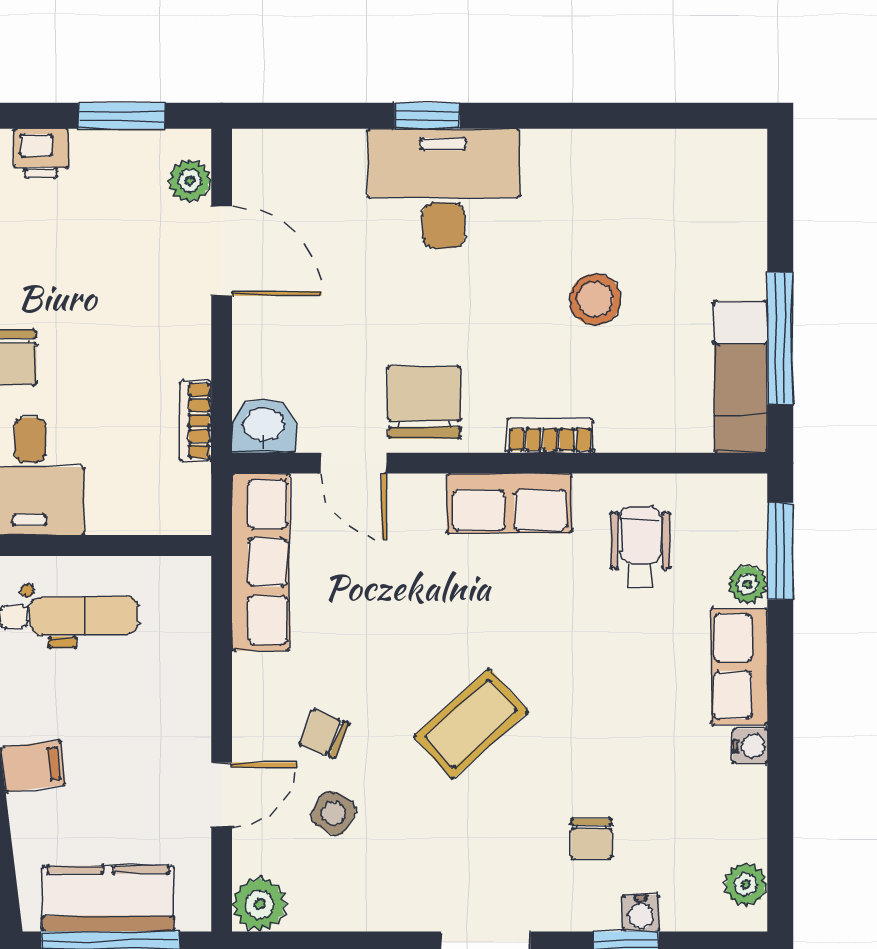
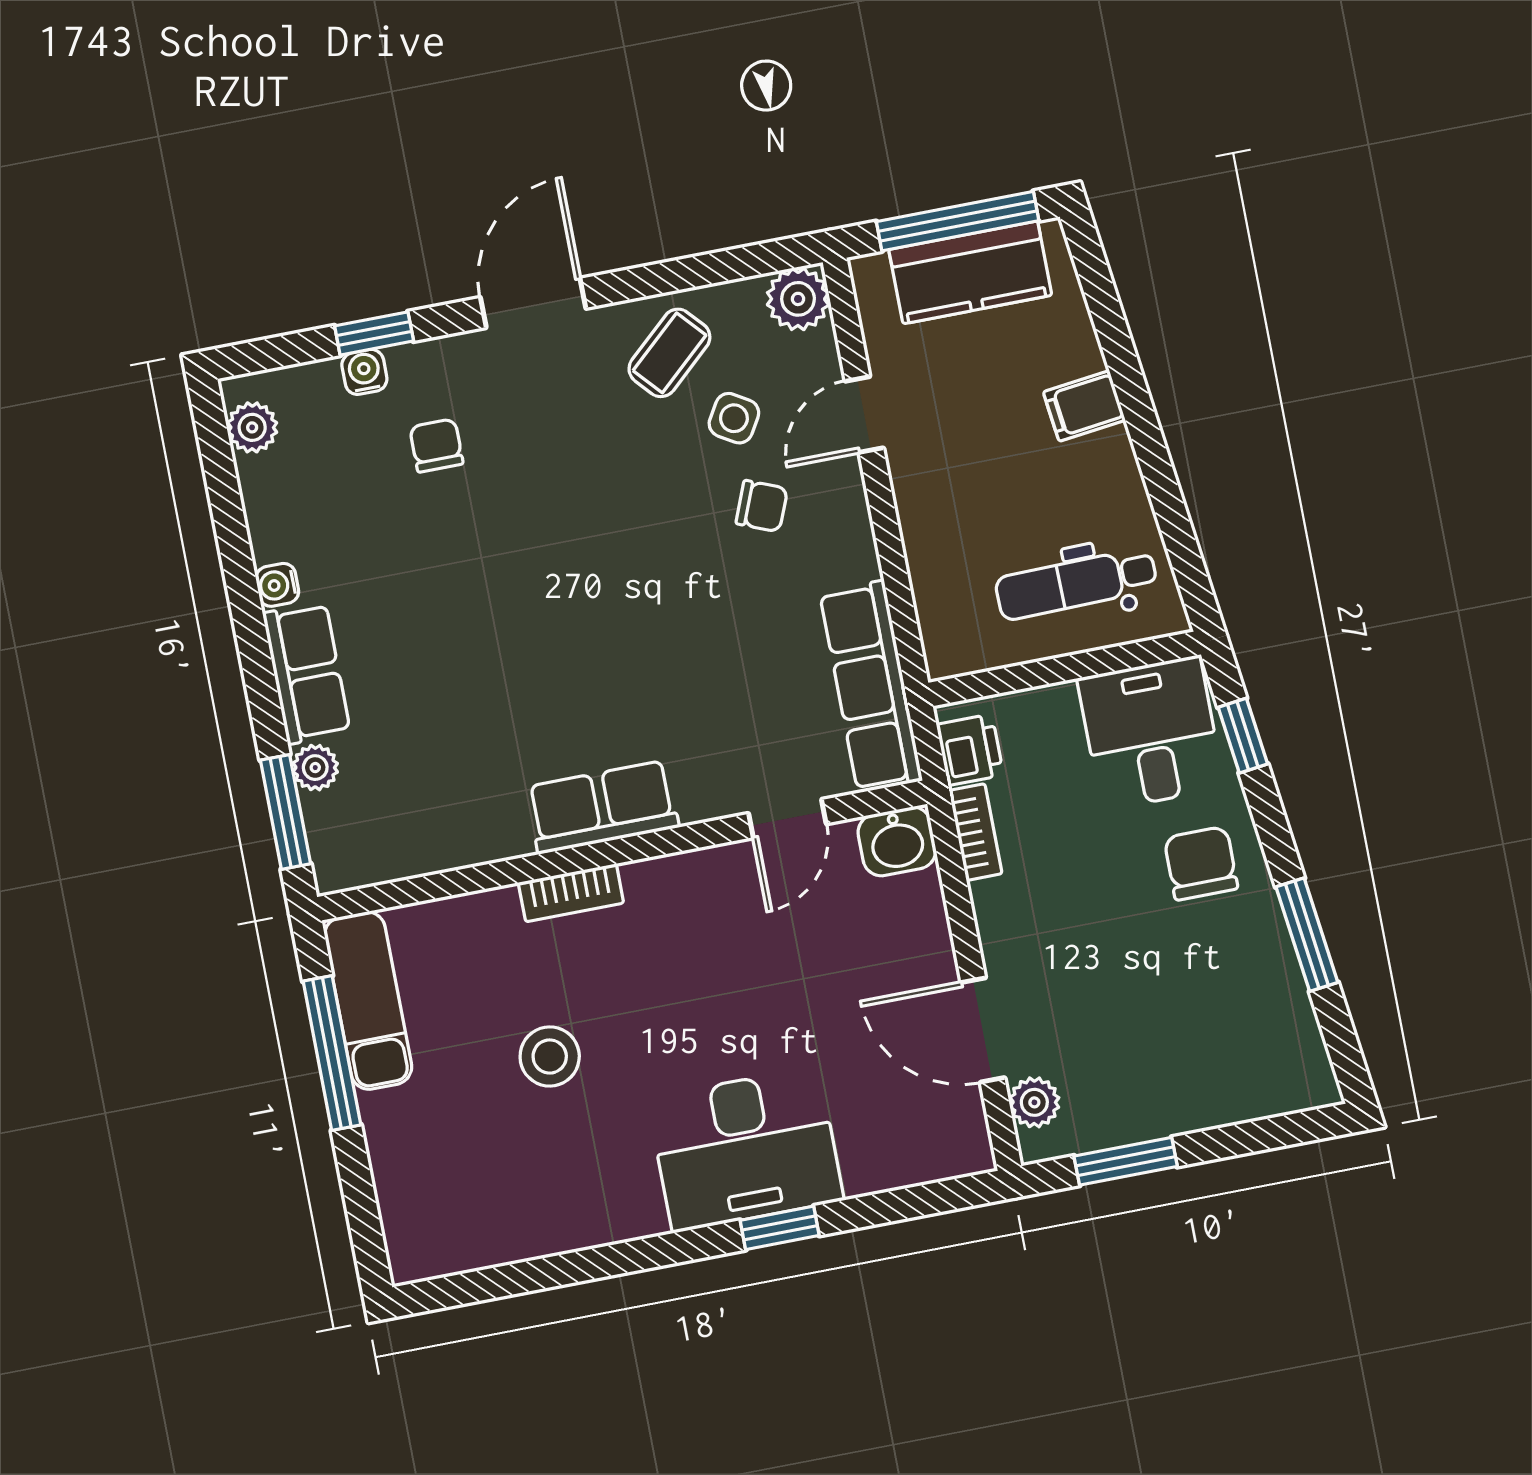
printer: (41, 153) -> (970, 750), moved, turned 90
chair: (424, 402) -> (721, 903), removed
door: (354, 463) -> (787, 819), swing flipped
wheelchair: (640, 547) -> (445, 786), removed
coffee table: (471, 724) -> (669, 353), moved, width x0.73, depth x0.77

